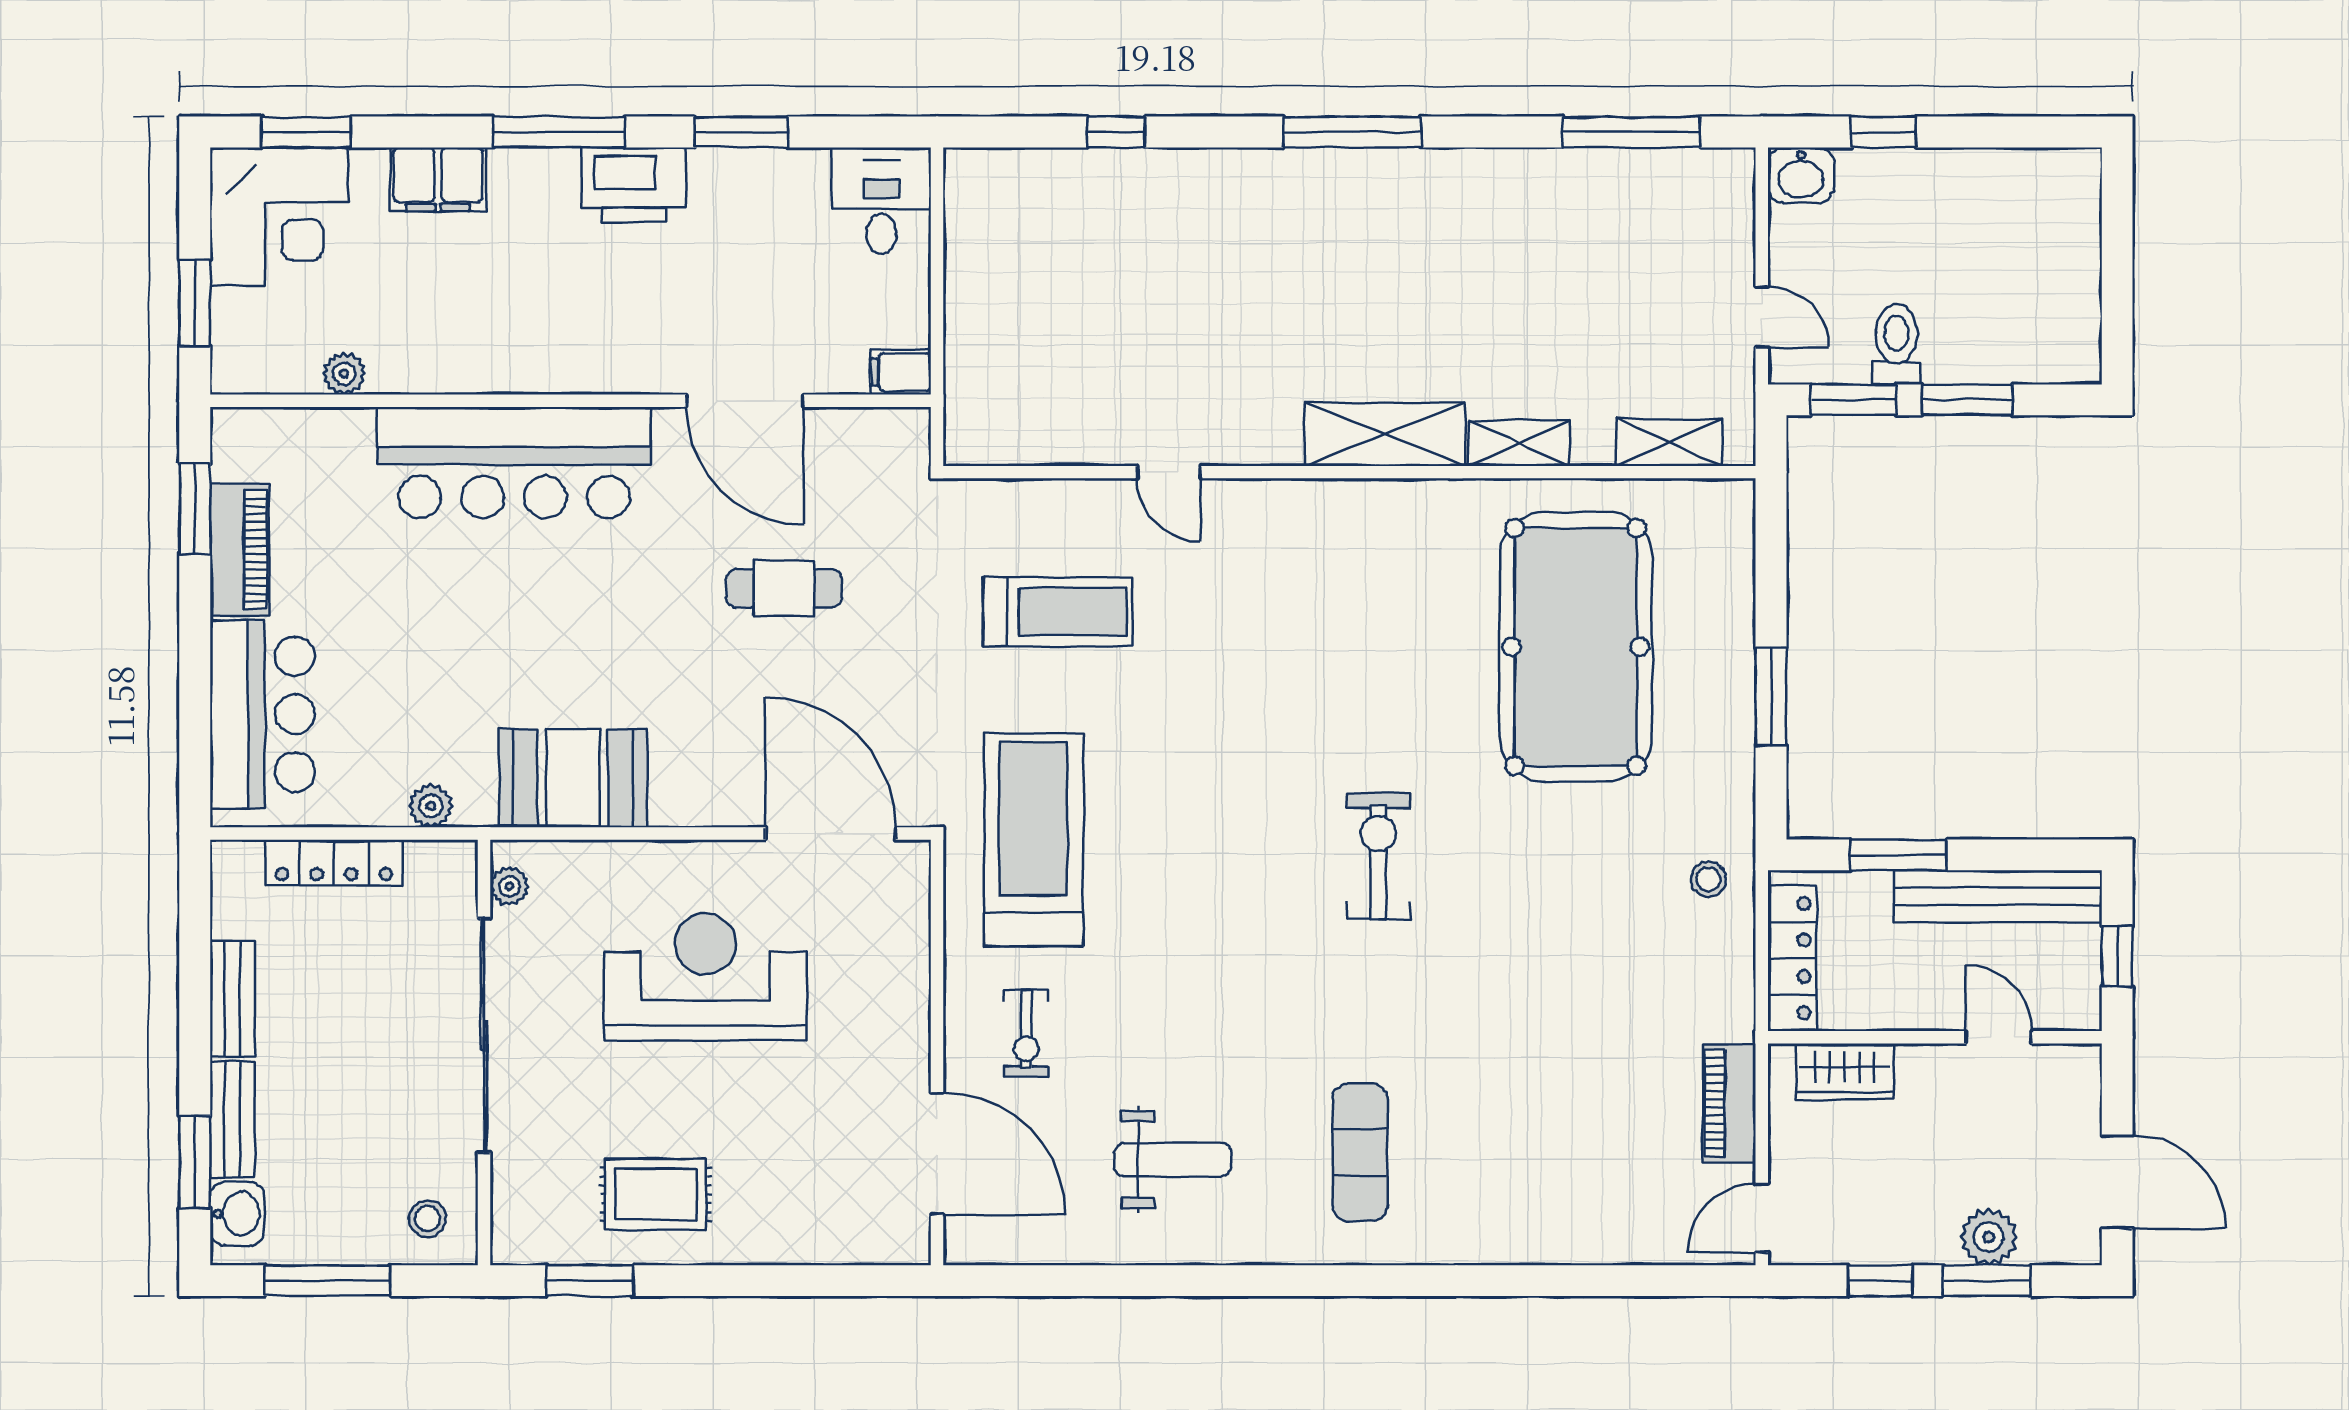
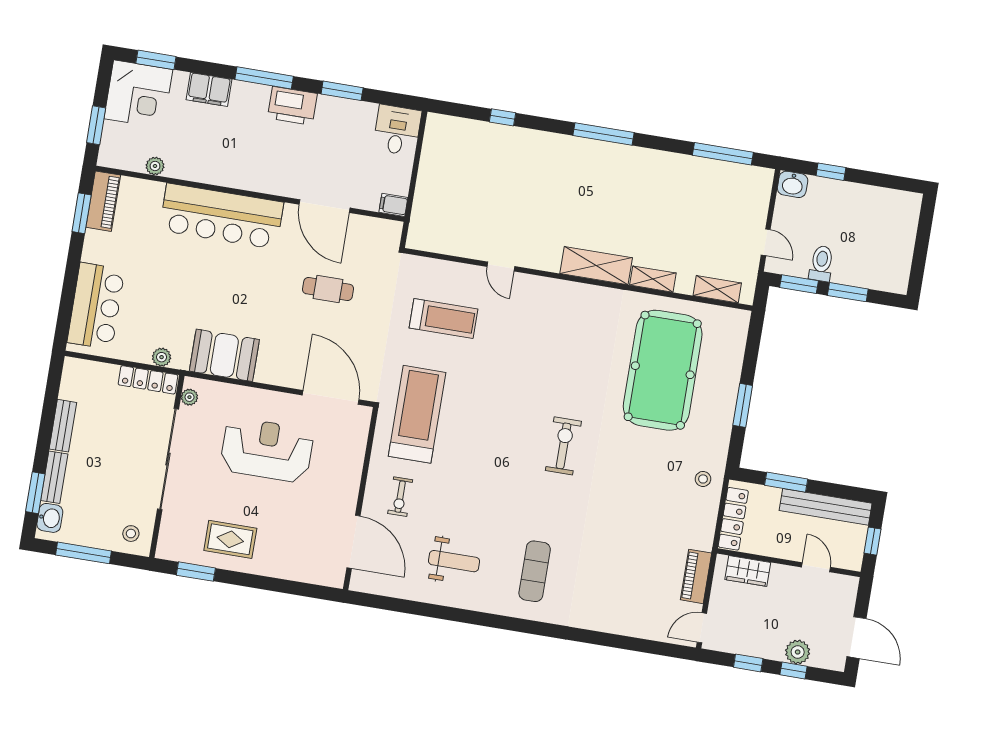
piano: (240, 550) -> (103, 201), moved
locker: (334, 863) -> (148, 380), moved
window: (1986, 1281) -> (794, 670), width x0.67

